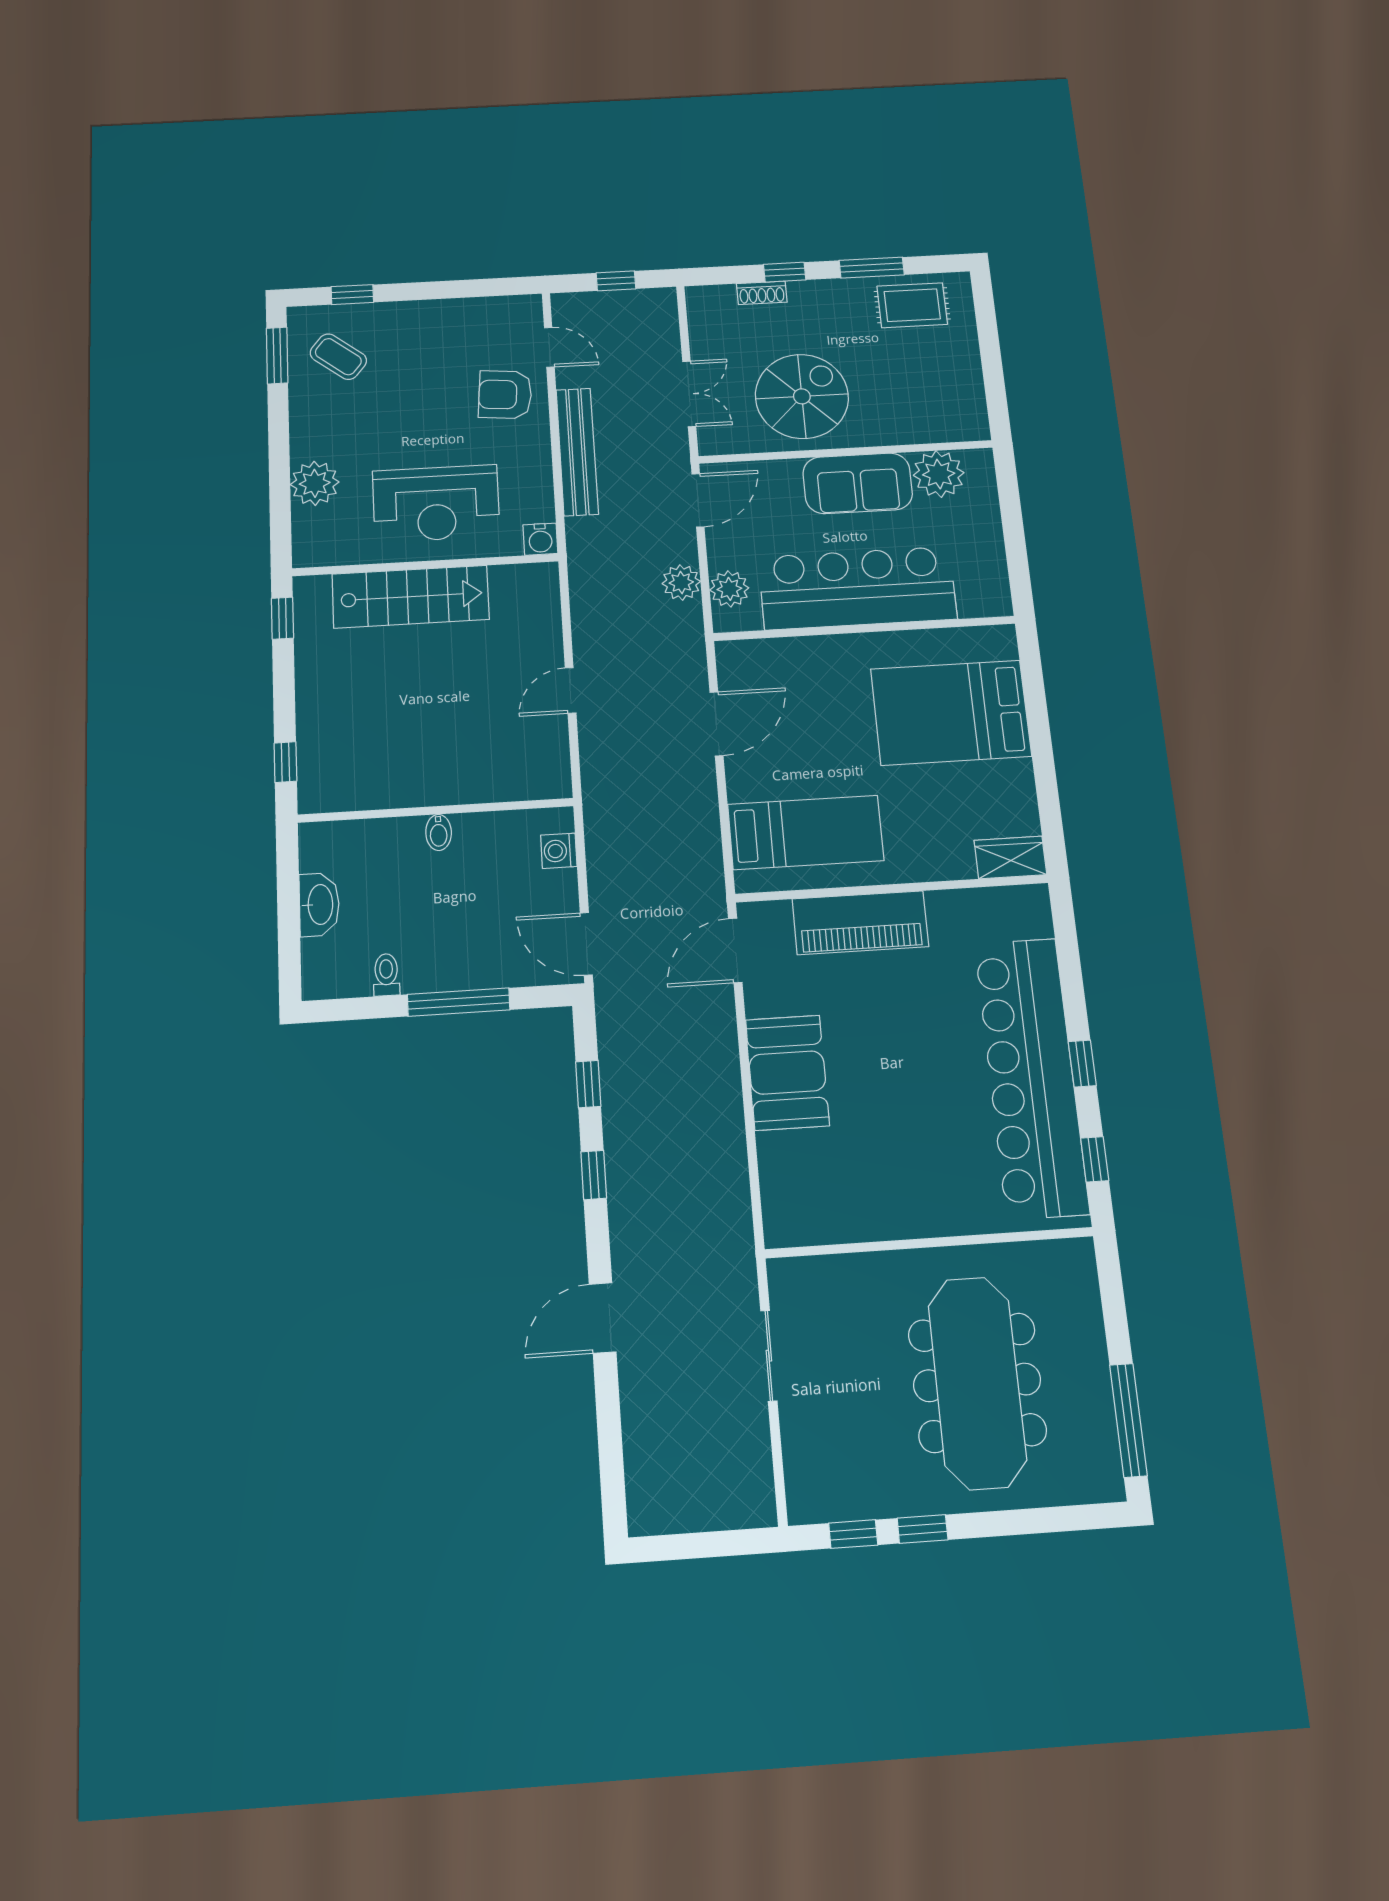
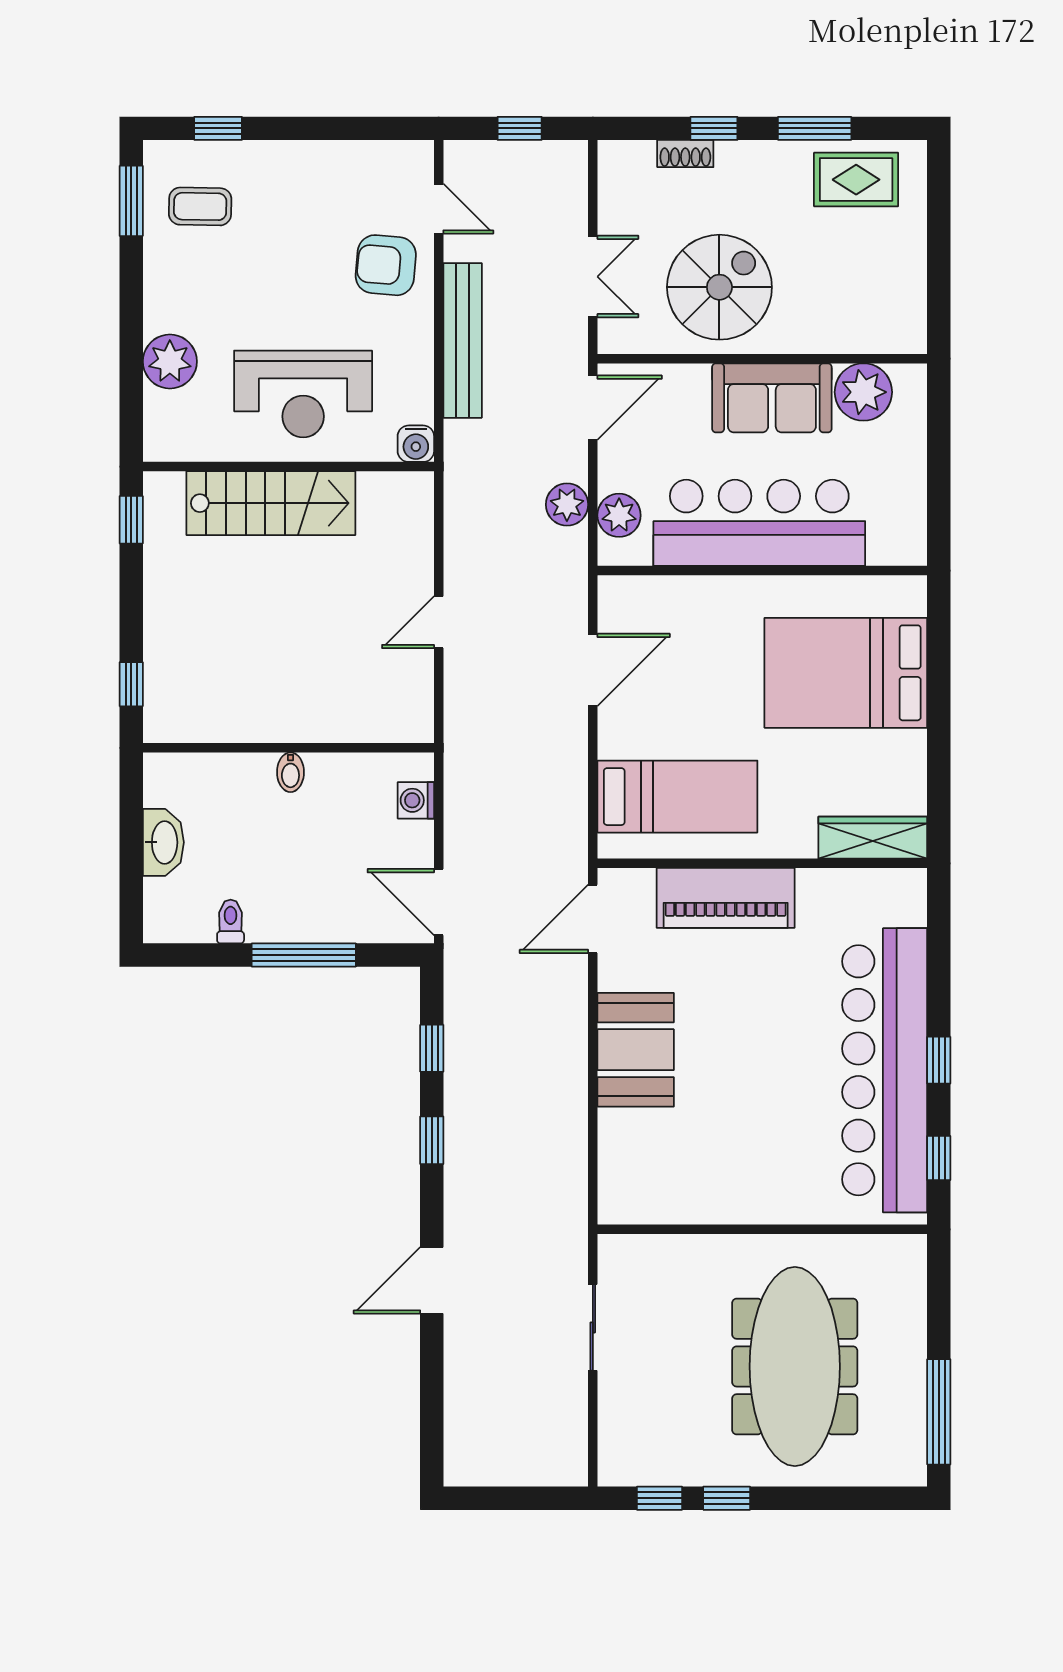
coffee table: (338, 357) -> (200, 206), turned -37
wardrobe: (1010, 857) -> (873, 838), width x1.50

